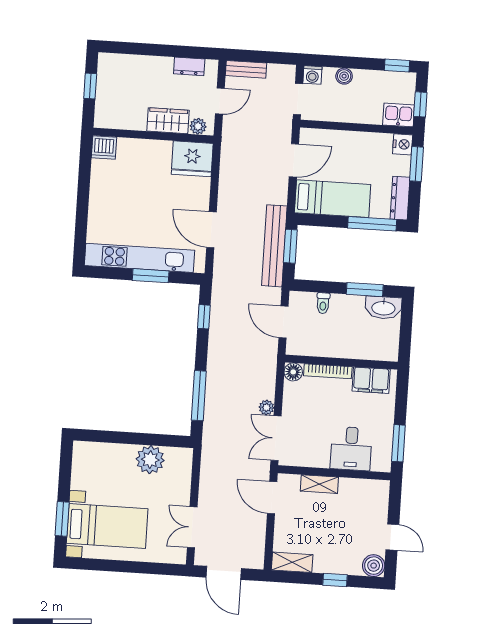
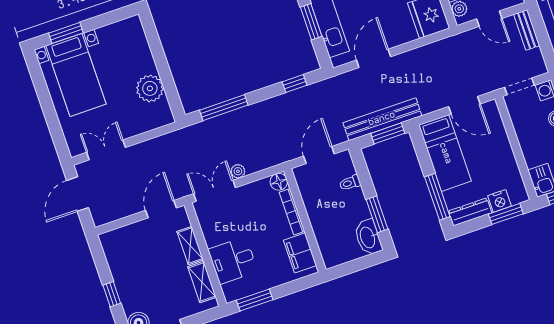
nightstand: (403, 144) -> (500, 201), moved
shelving: (292, 562) -> (202, 282), moved

